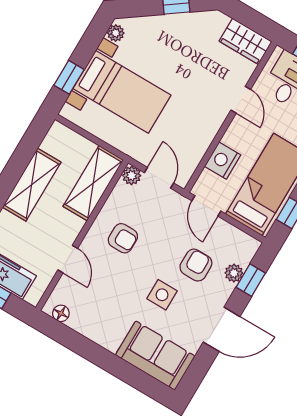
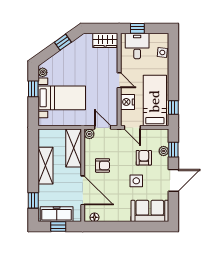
window: (69, 77) -> (33, 89), moved
door: (241, 100) -> (119, 80), moved
door: (68, 259) -> (83, 190), width x1.88

